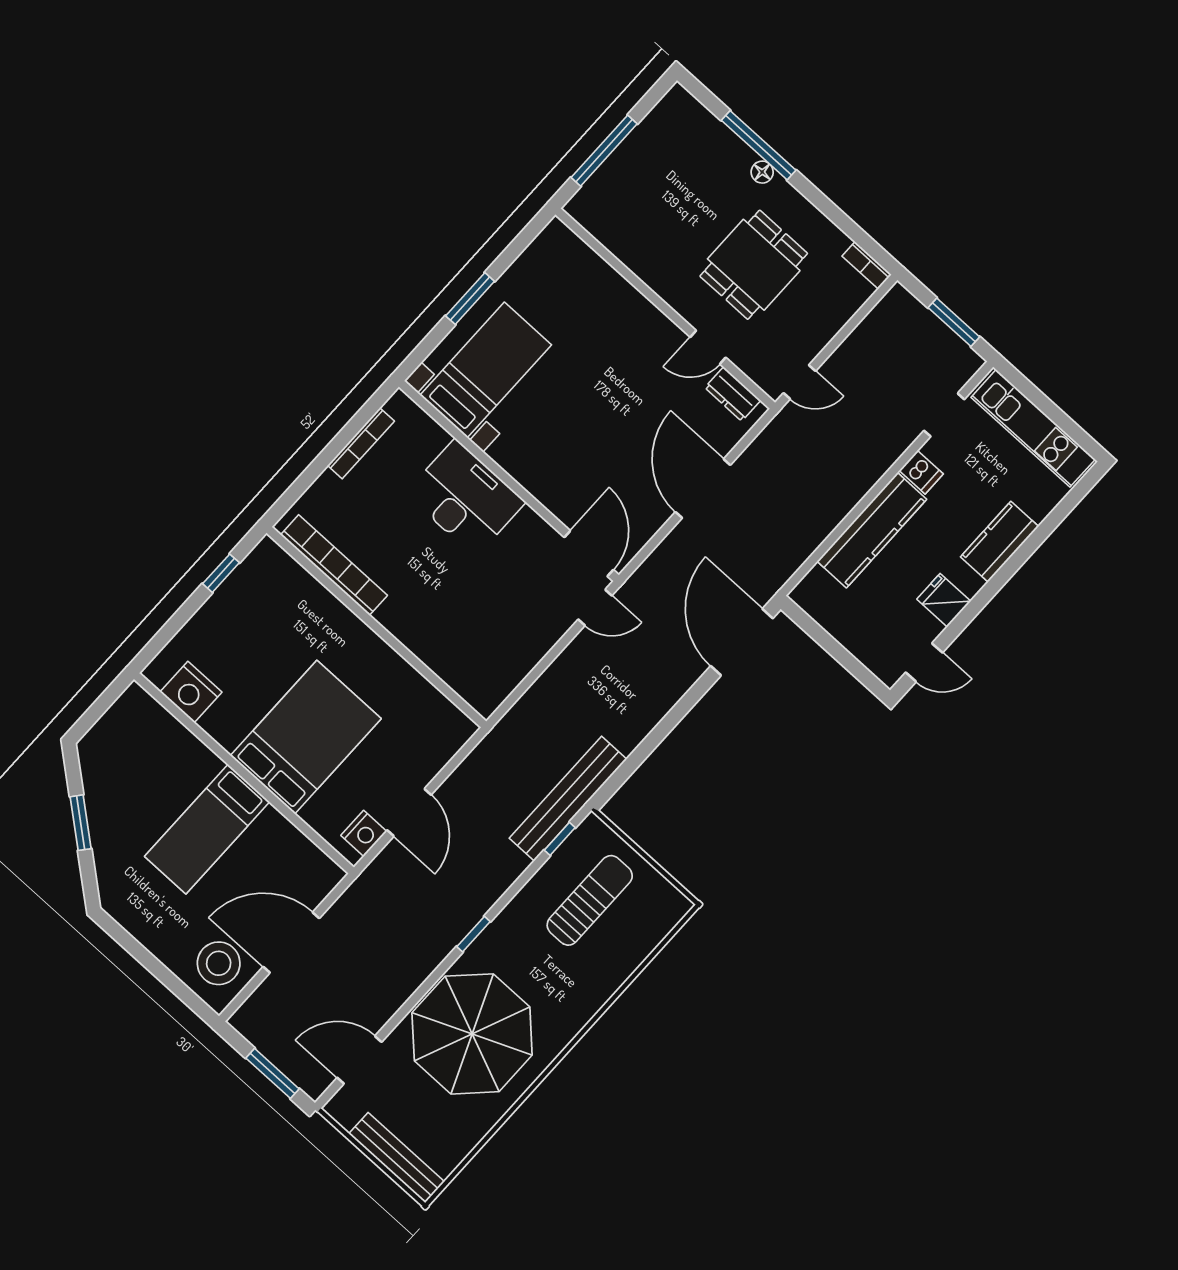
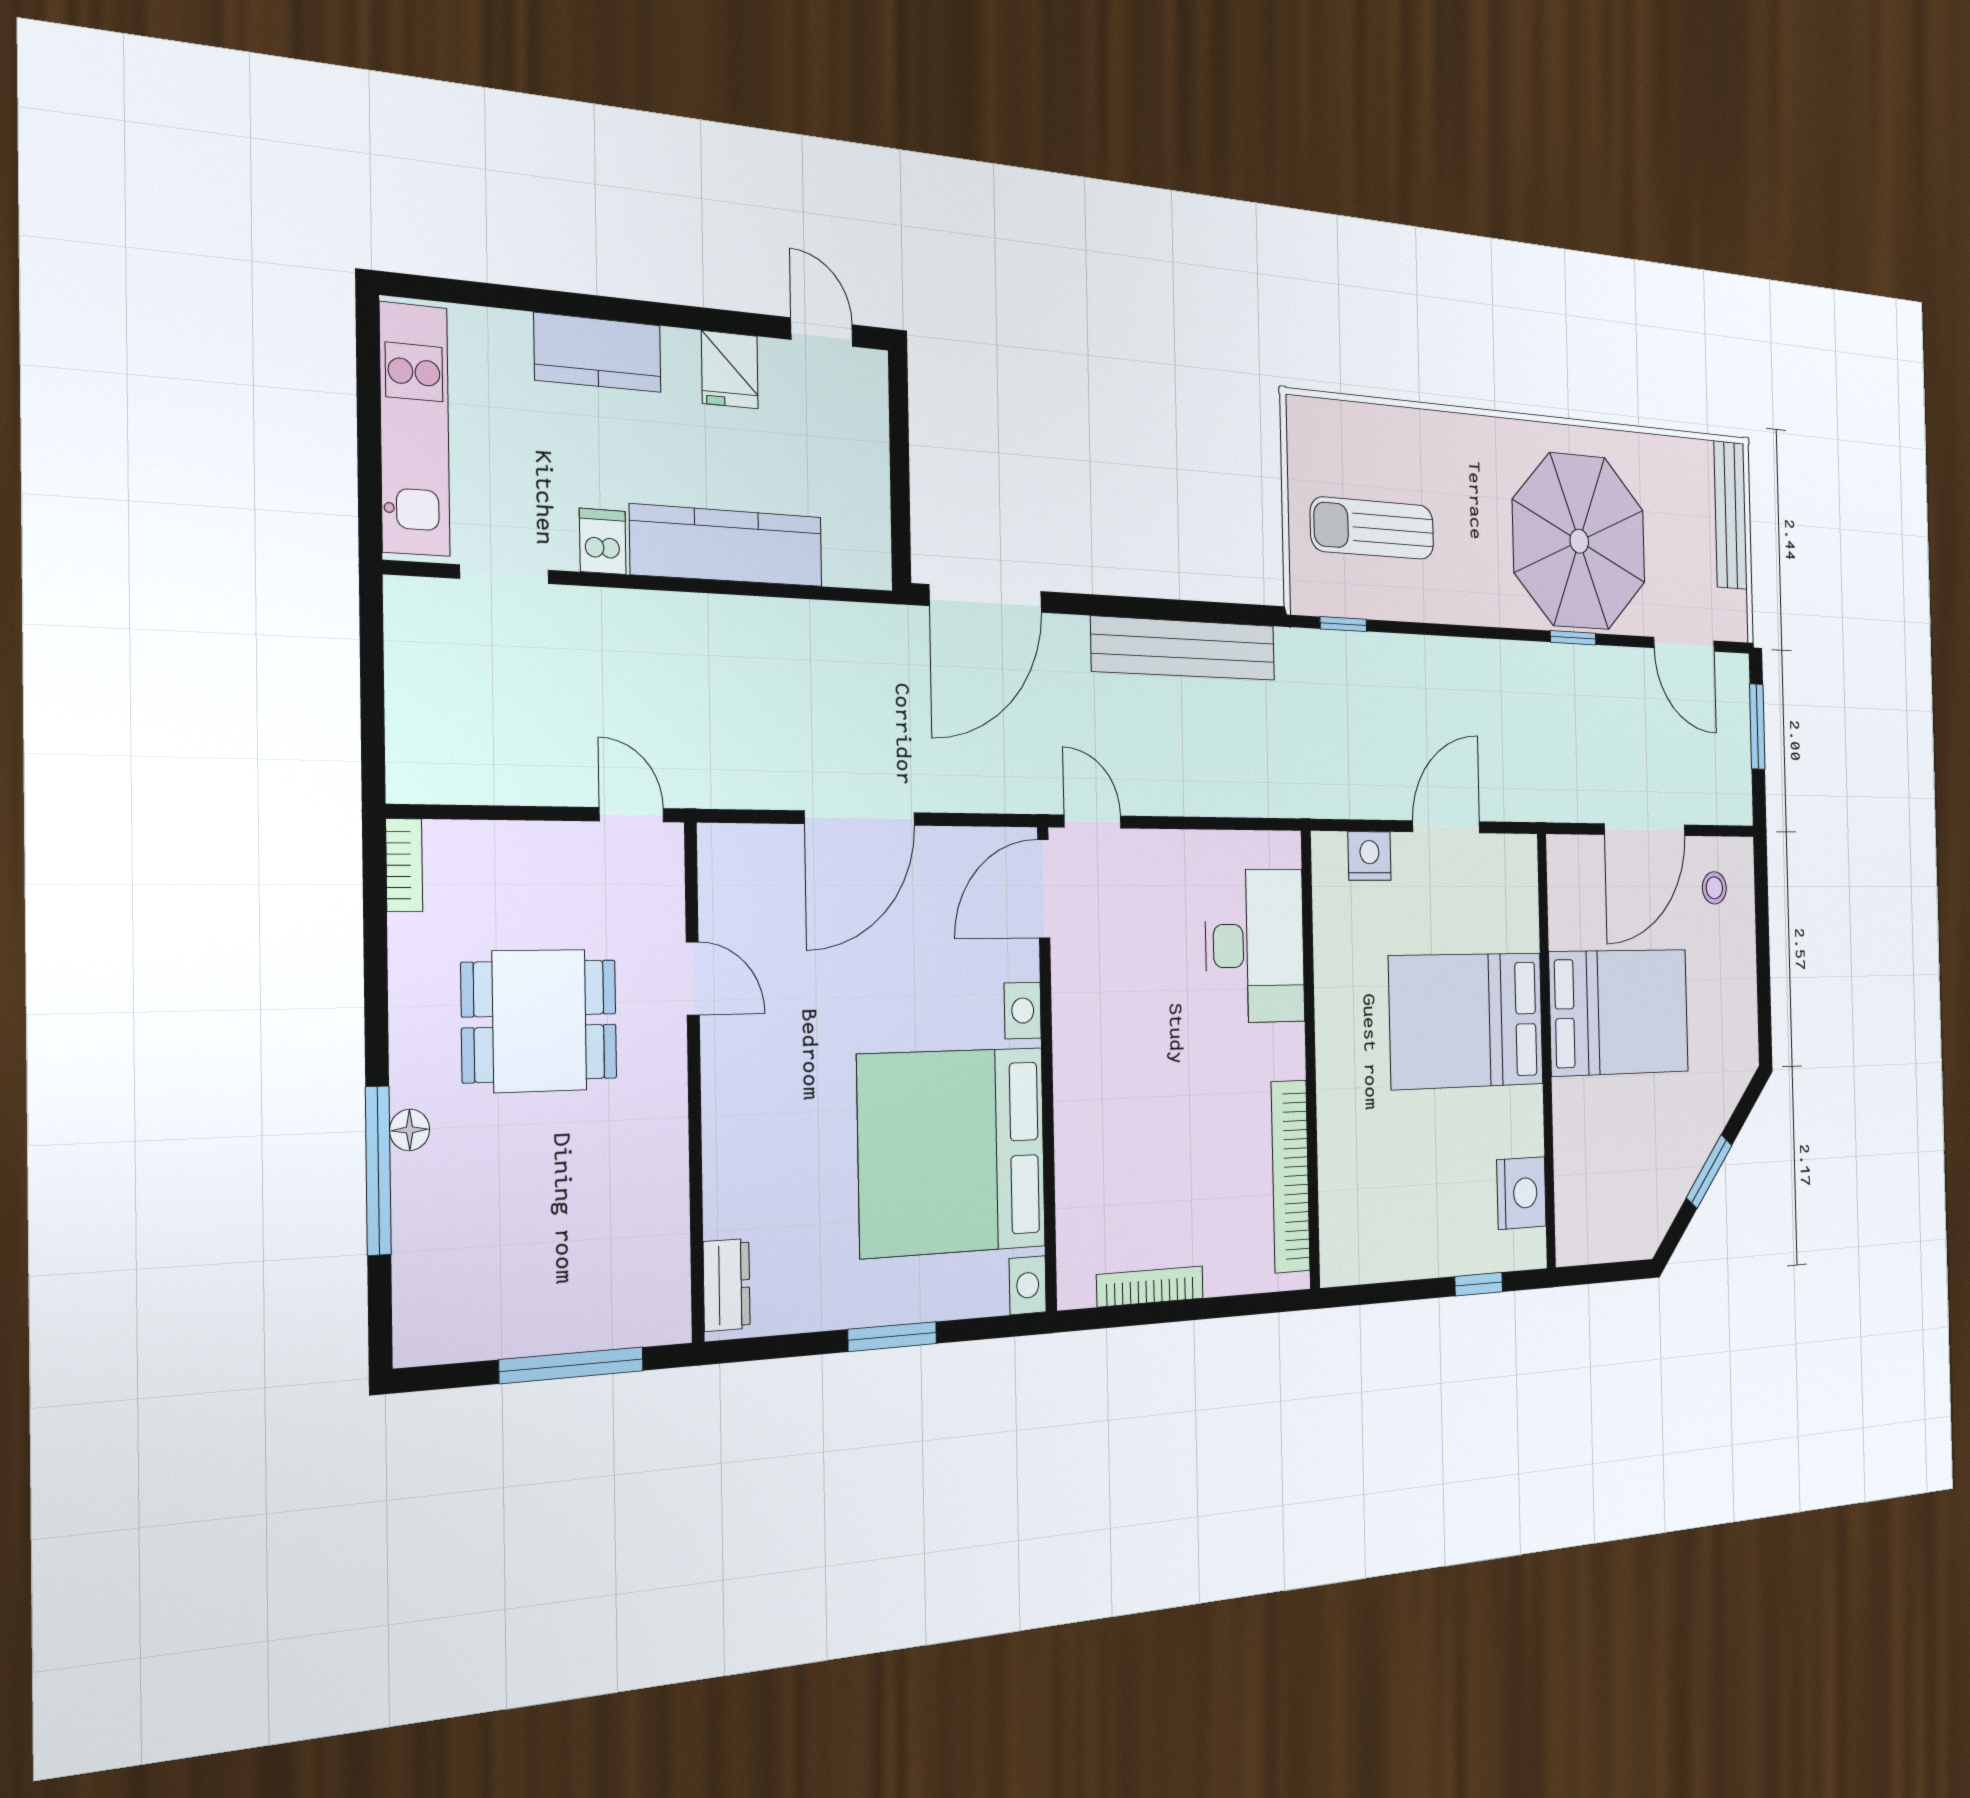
window: (954, 322) -> (372, 670), removed
bed with nightstands: (486, 370) -> (952, 1152), width x1.85
dresser: (733, 394) -> (727, 1285), moved
desk: (465, 498) -> (1255, 946), moved, turned 180
window: (221, 573) -> (1479, 1284), moved
bench: (568, 799) -> (1184, 648), moved
bed: (207, 829) -> (1619, 1012), width x1.50
nightstand: (364, 833) -> (1370, 856), moved
window: (474, 934) -> (1573, 638), moved
door: (291, 942) -> (1645, 830), hinge flipped
stool: (219, 963) -> (1714, 888), width x0.53, depth x0.53

